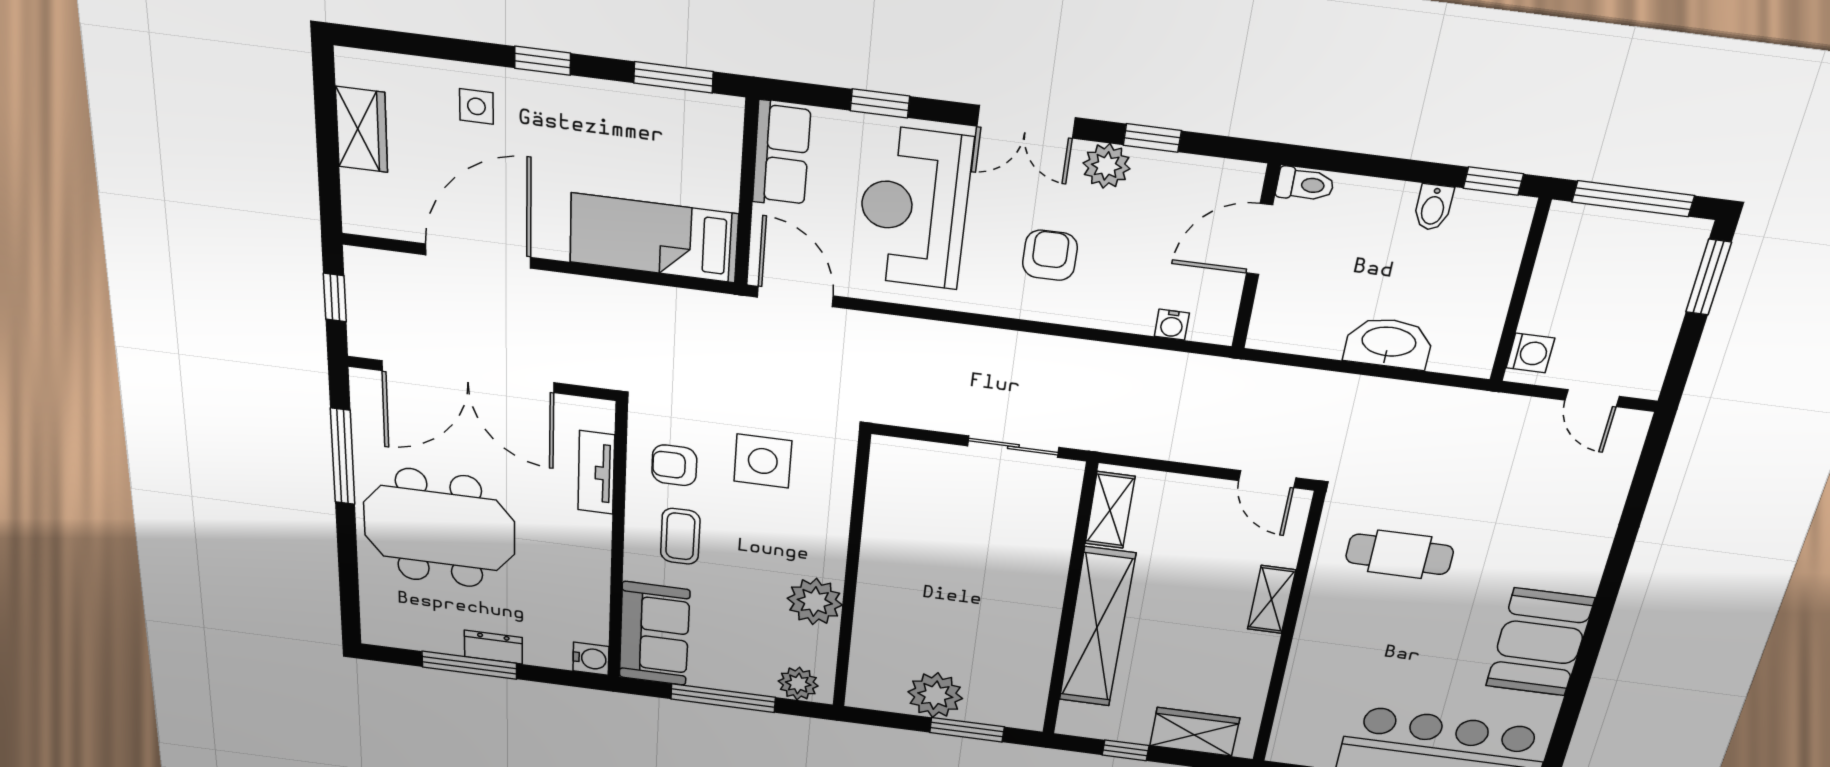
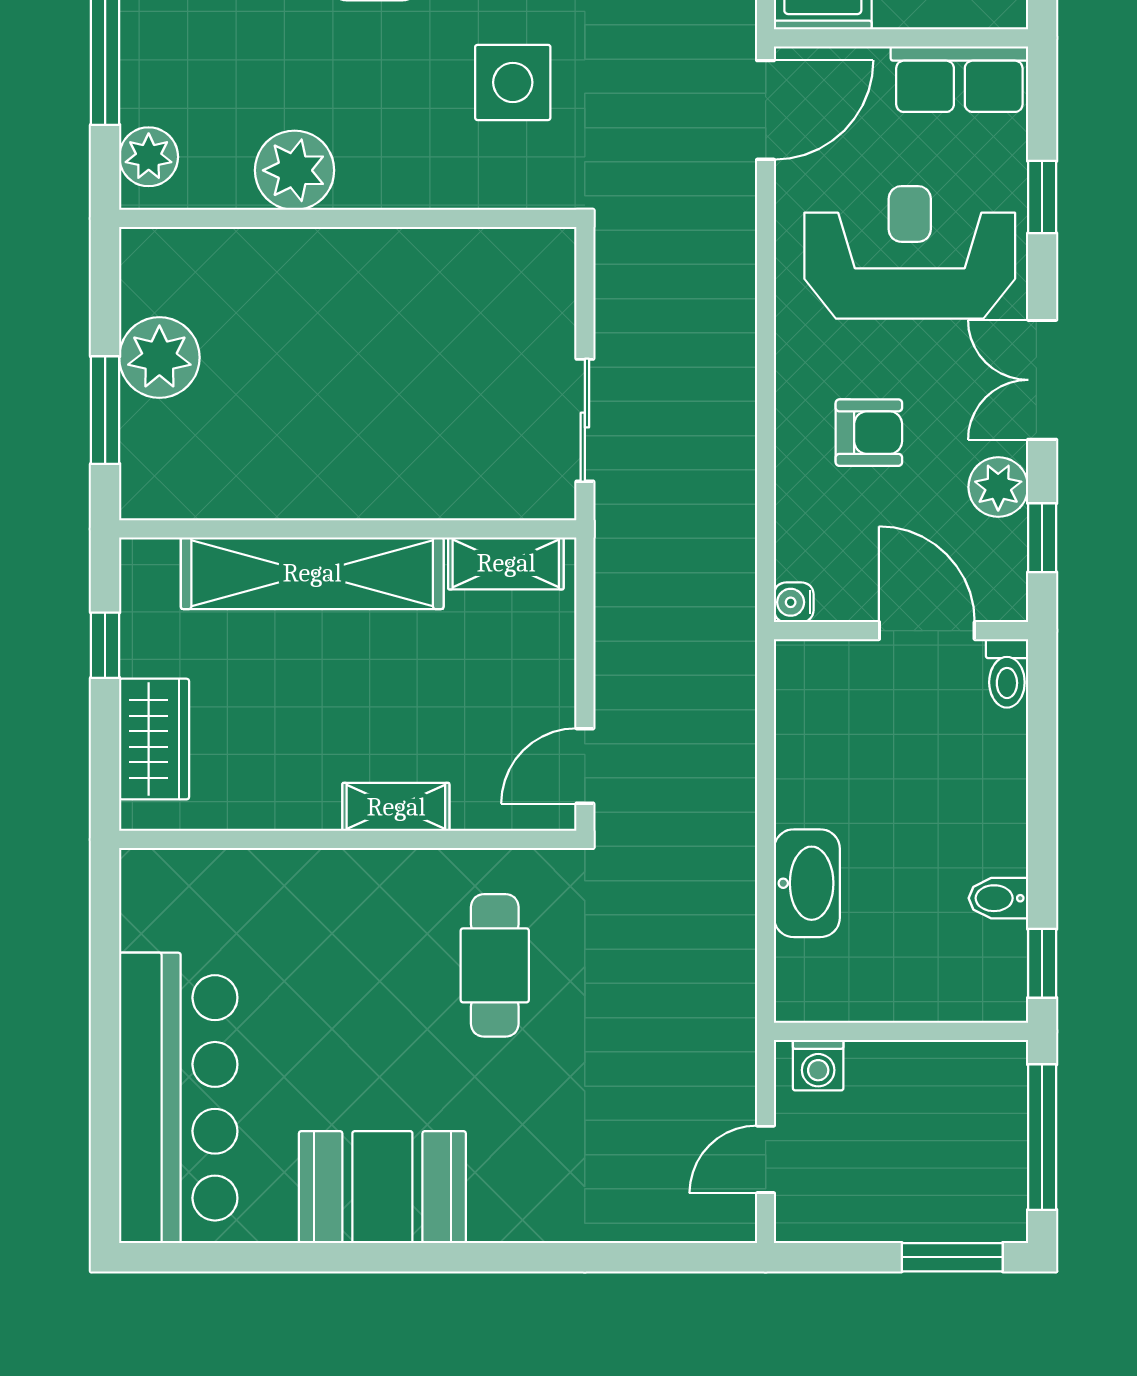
toilet: (1305, 184) -> (1007, 673), moved
door: (1259, 239) -> (927, 631), moved
wall: (1256, 258) -> (901, 631), moved

